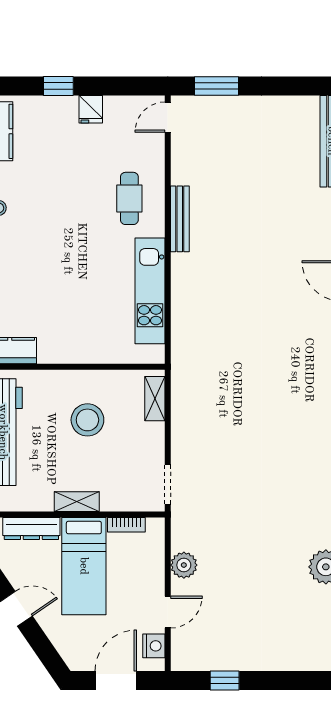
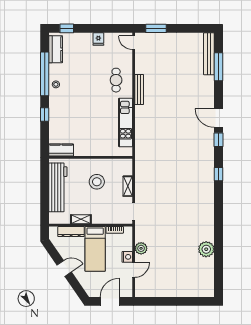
window: (58, 86) -> (67, 28), moved
door: (168, 117) -> (134, 43), hinge flipped
shelving: (155, 399) -> (128, 186), moved
shelving: (77, 502) -> (81, 219), moved
nightstand: (154, 646) -> (127, 257), moved
window: (225, 680) -> (160, 301), removed

